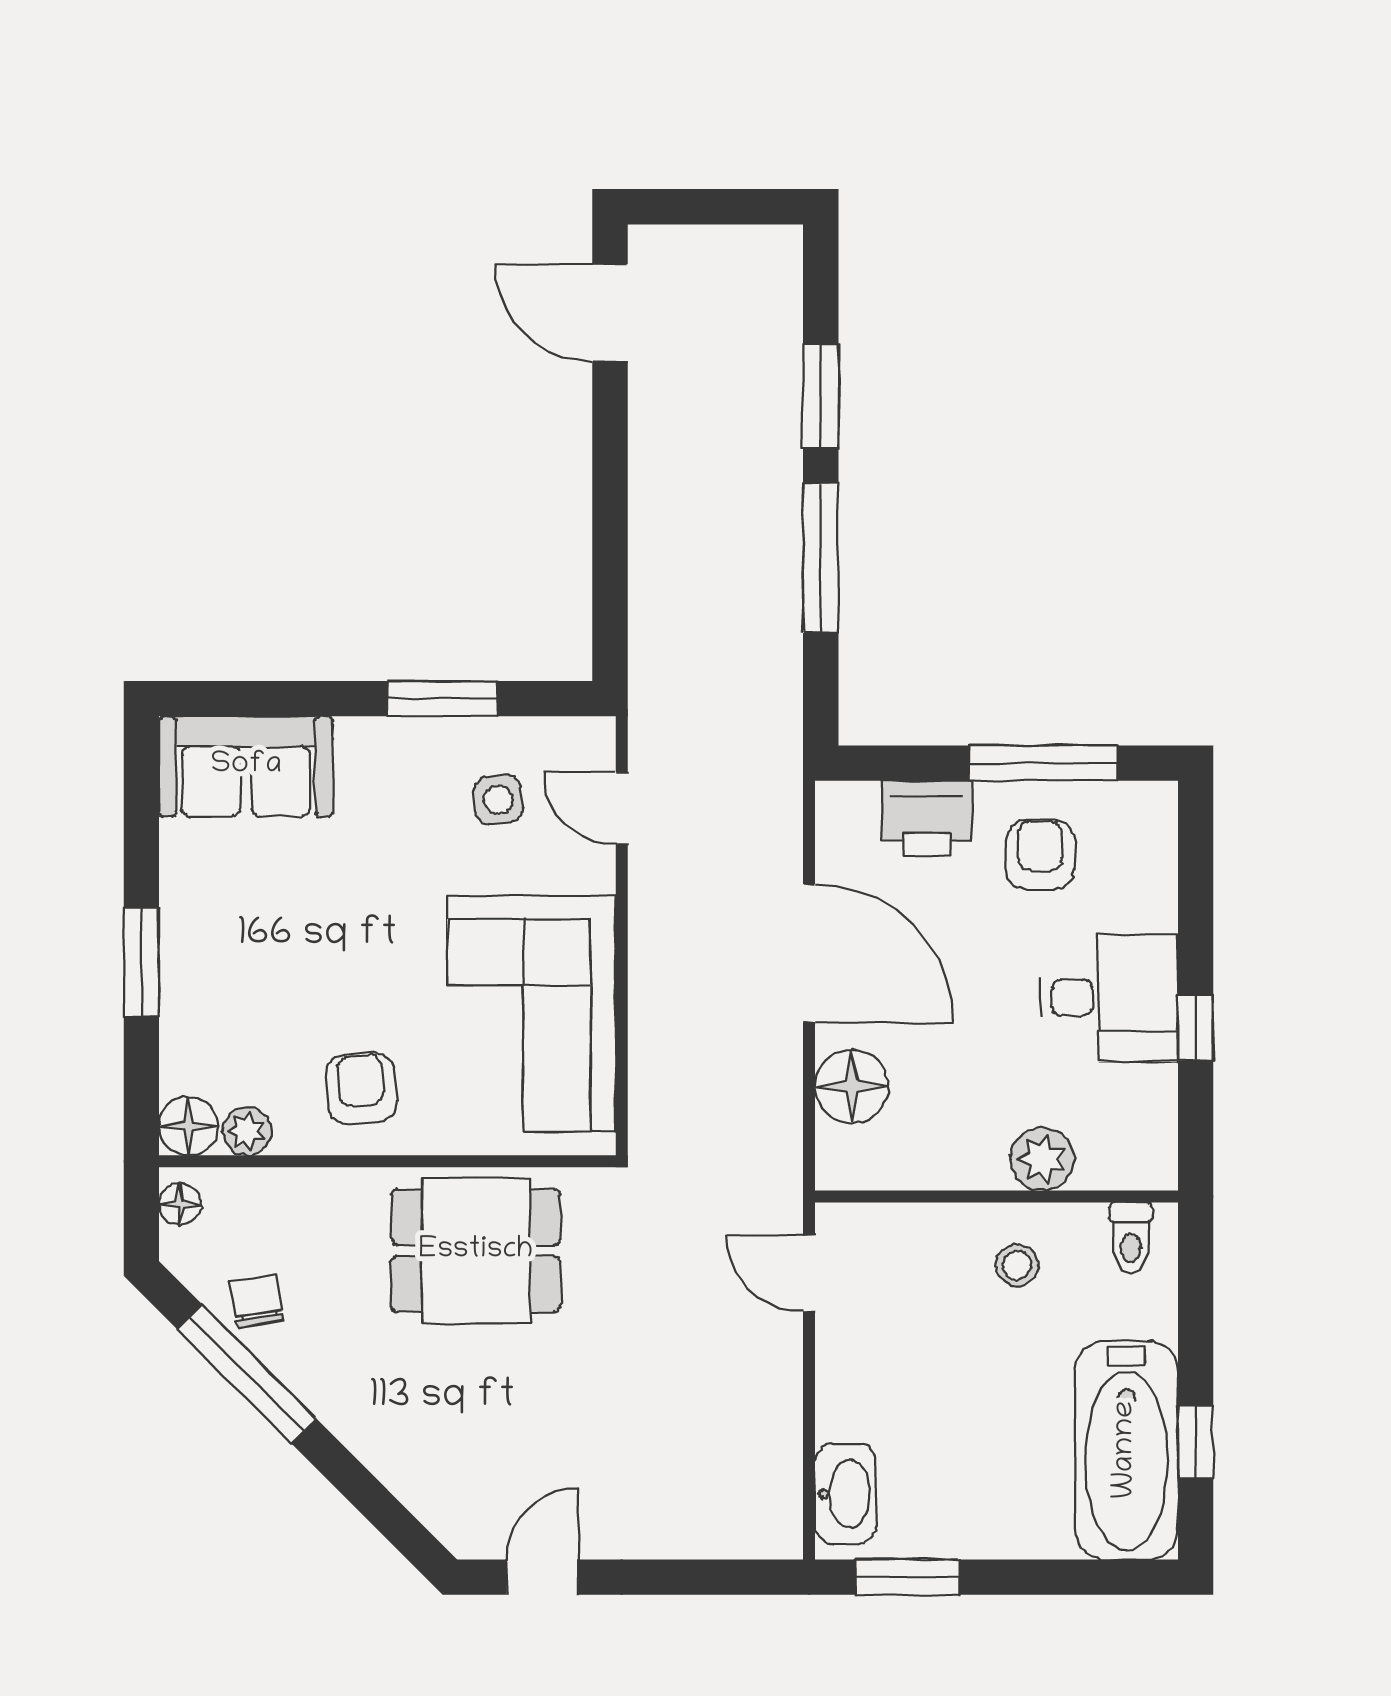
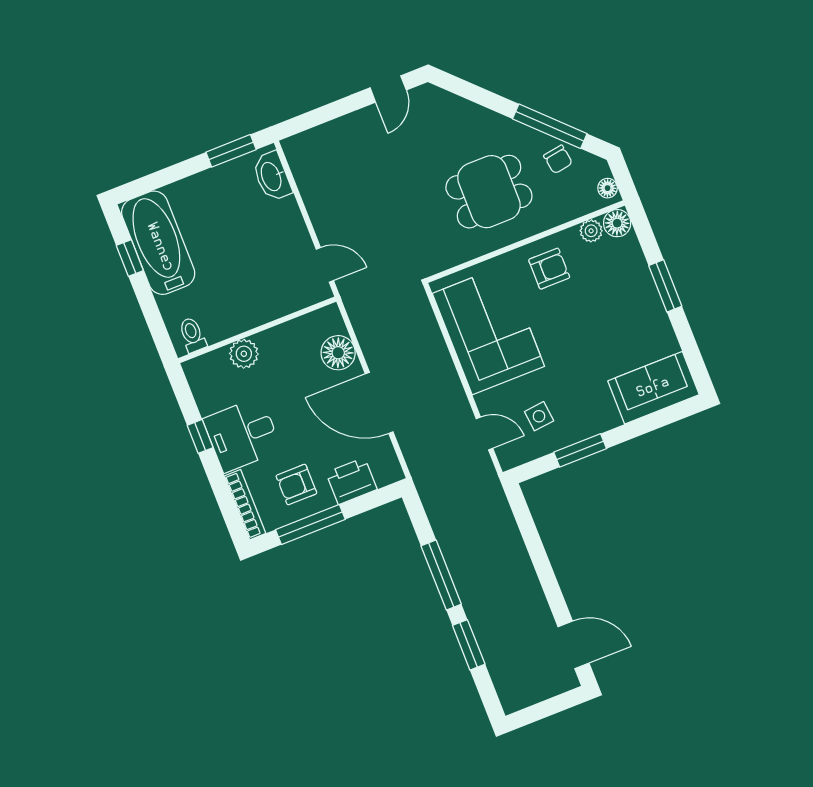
armchair: (1040, 855) -> (296, 485), turned 90
bookcase: (1159, 855) -> (245, 505), added
armchair: (361, 1088) -> (549, 269), turned -86
dining table: (476, 1251) -> (489, 192), moved
stool: (1017, 1265) -> (237, 304), removed

